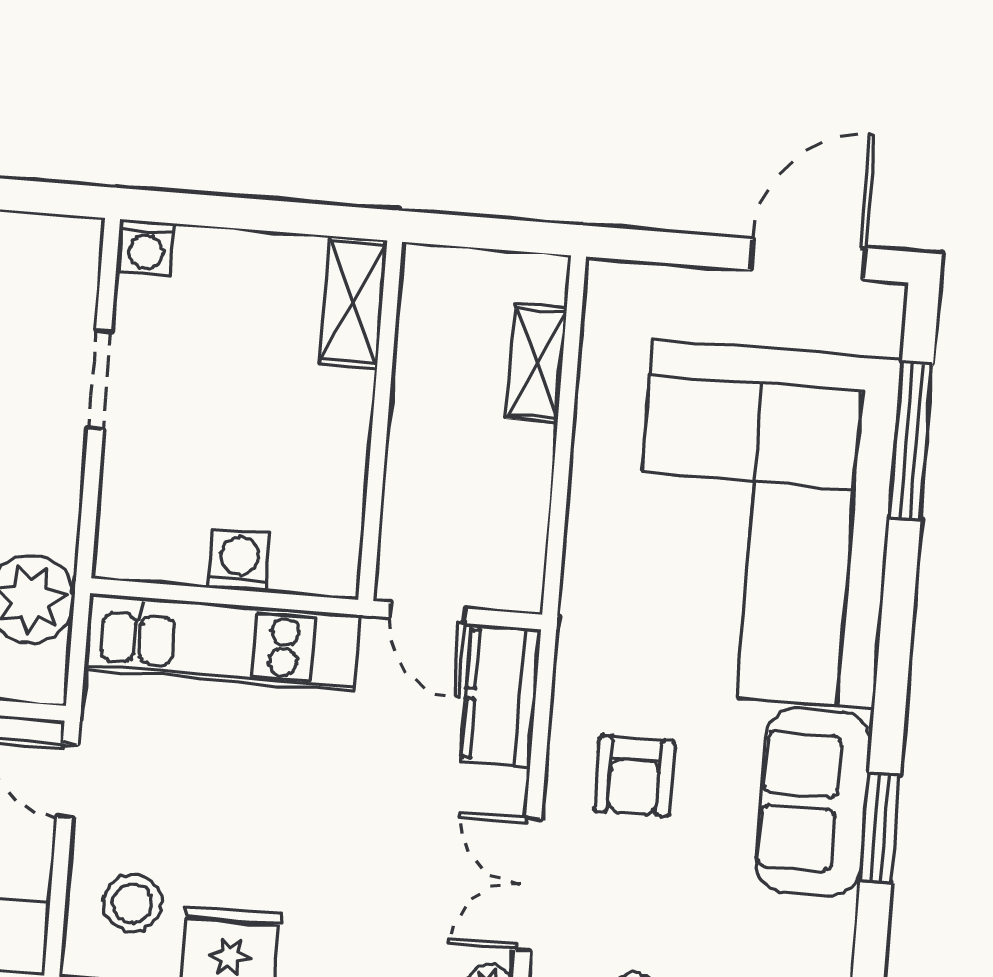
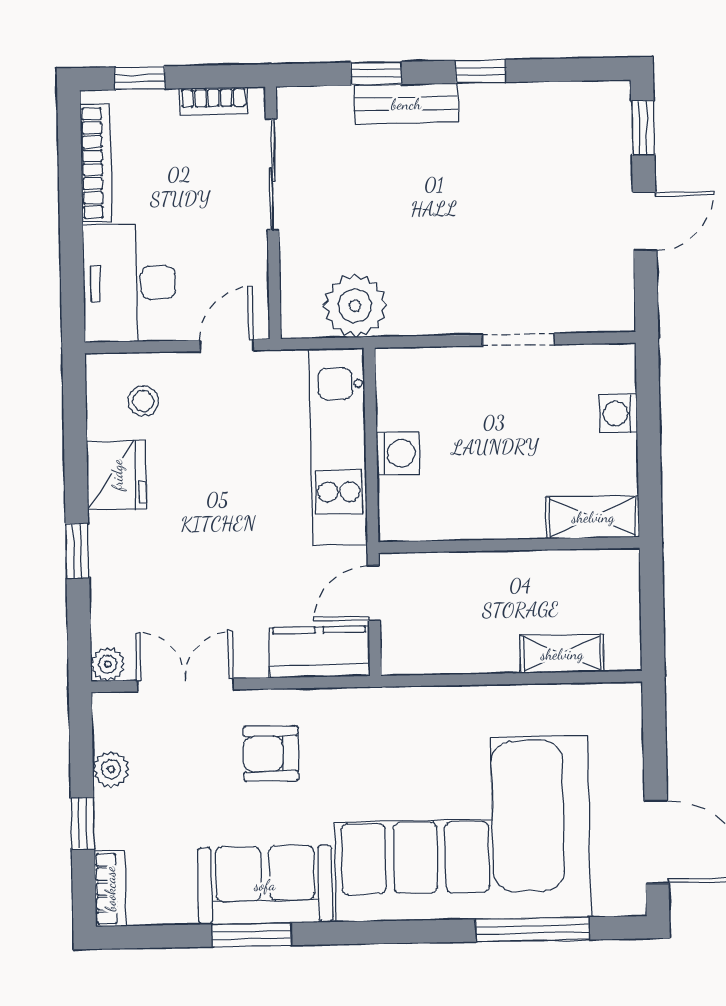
washing machine: (146, 247) -> (618, 413), moved
stool: (132, 903) -> (143, 401), width x0.73, depth x0.73

